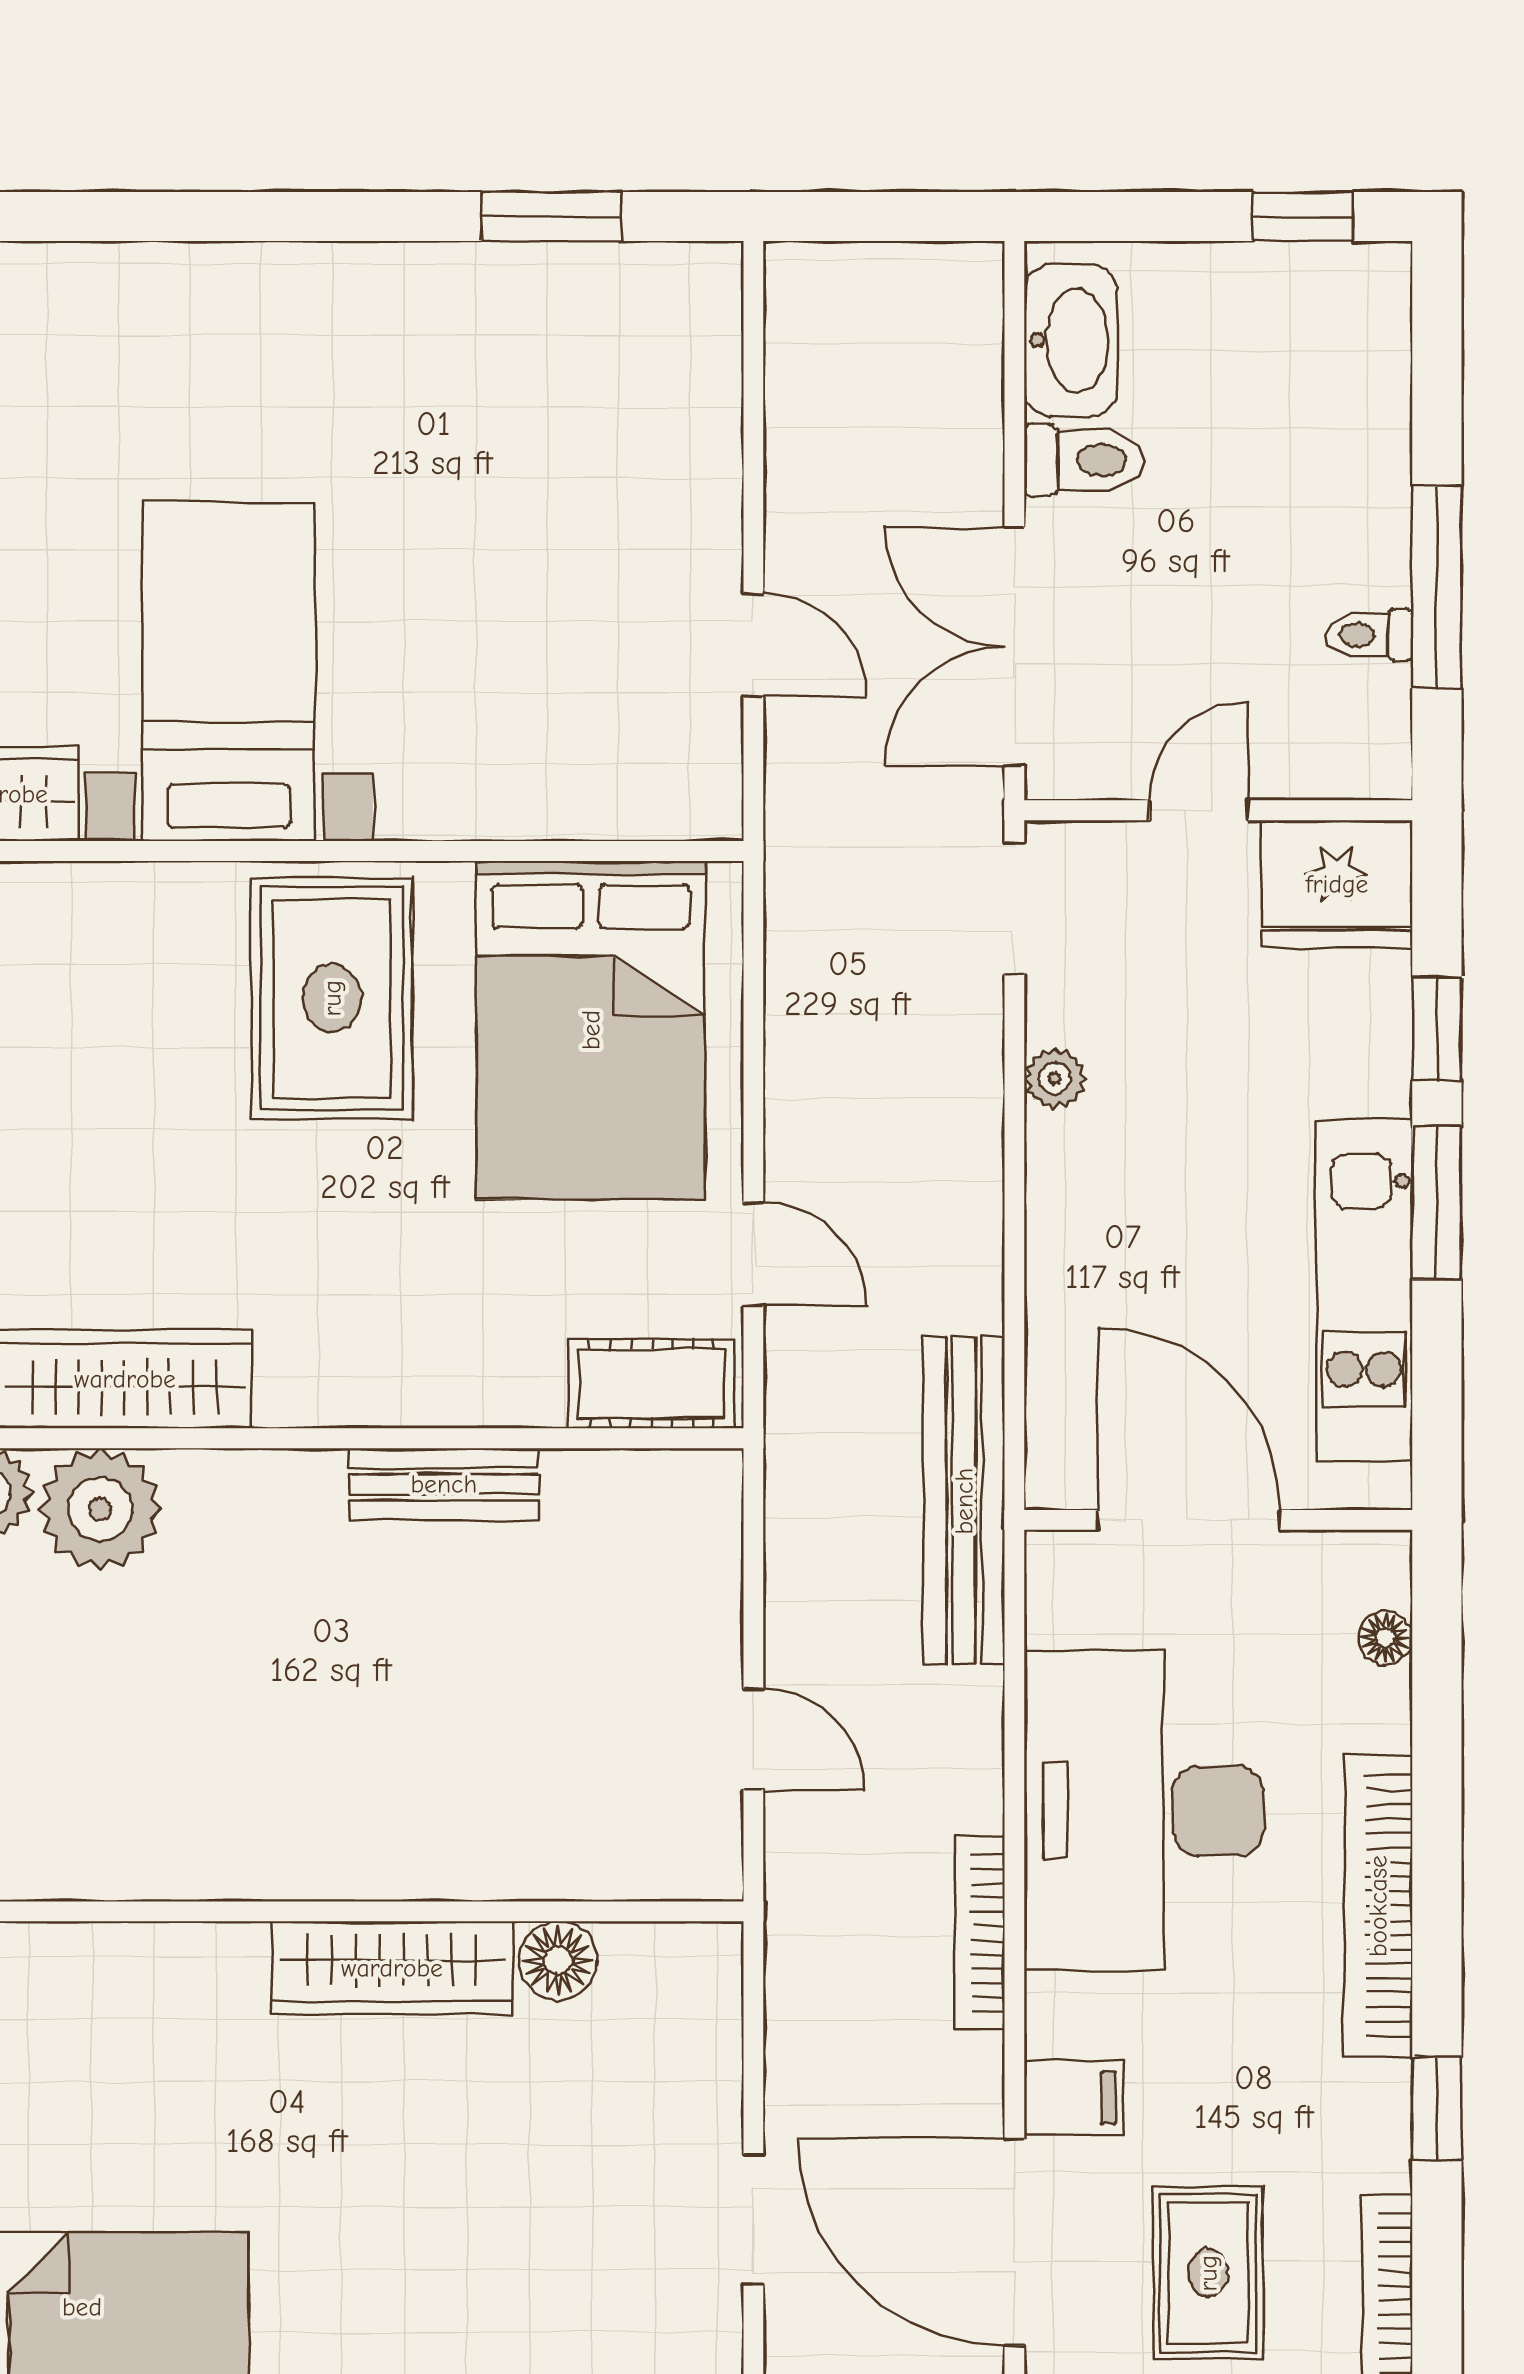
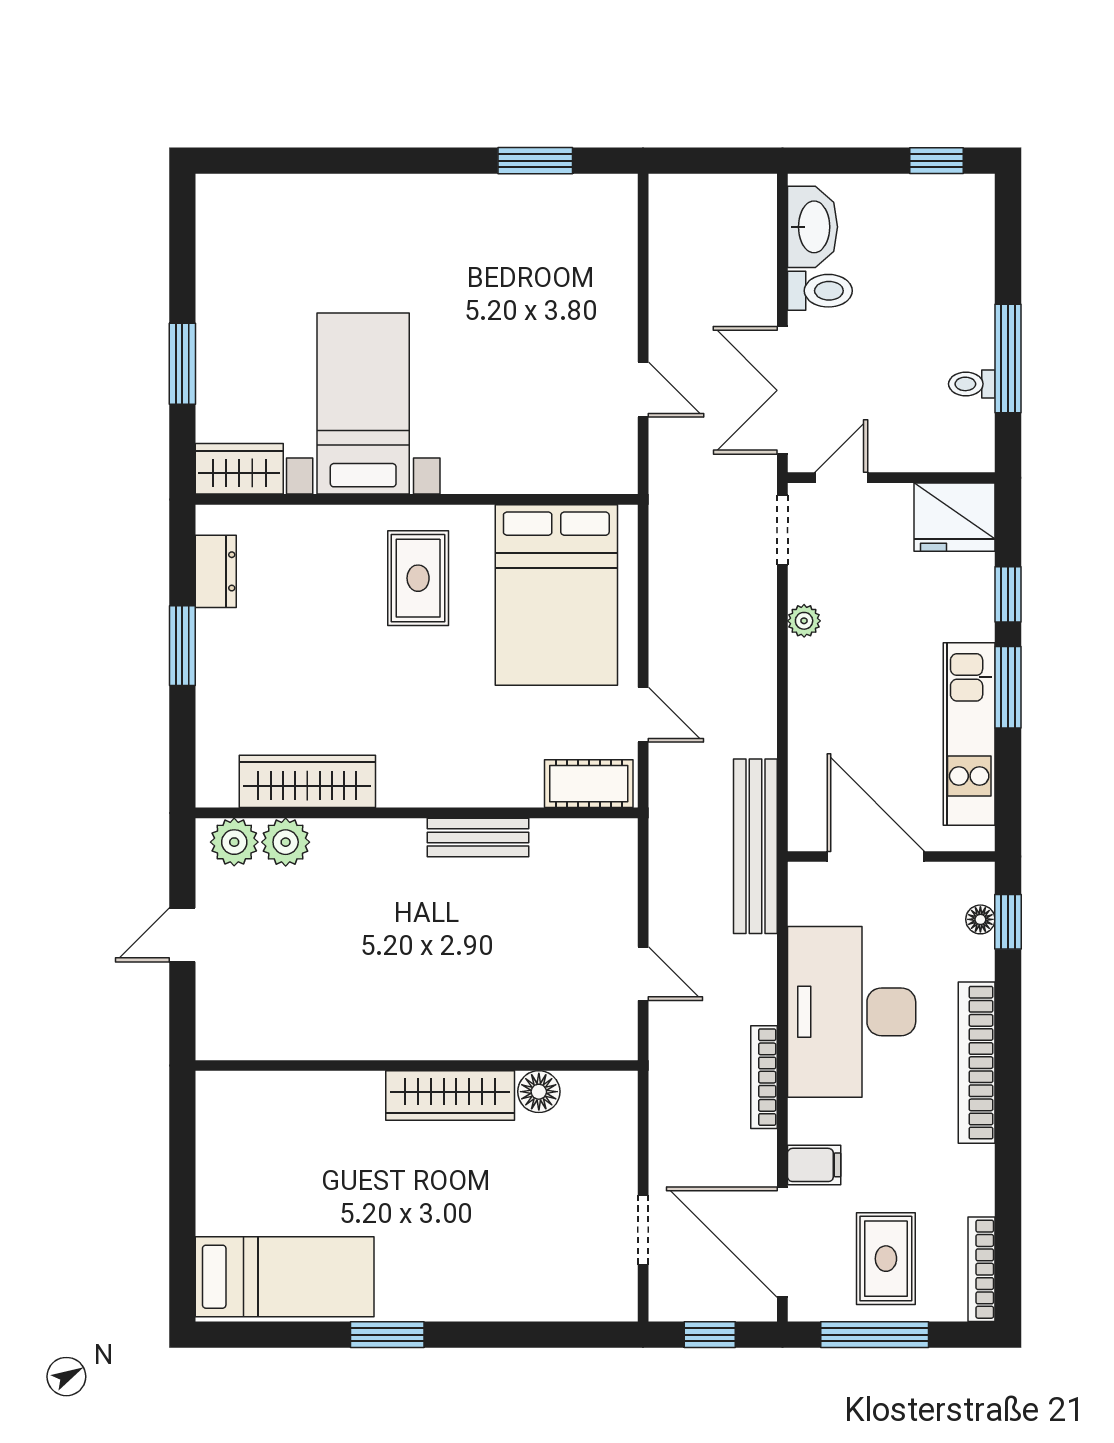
door: (1199, 810) -> (841, 478), moved
rug: (332, 998) -> (418, 578), width x0.73, depth x0.70
plant: (100, 1509) -> (286, 842), width x0.73, depth x0.73
window: (1437, 2108) -> (1008, 922), moved

